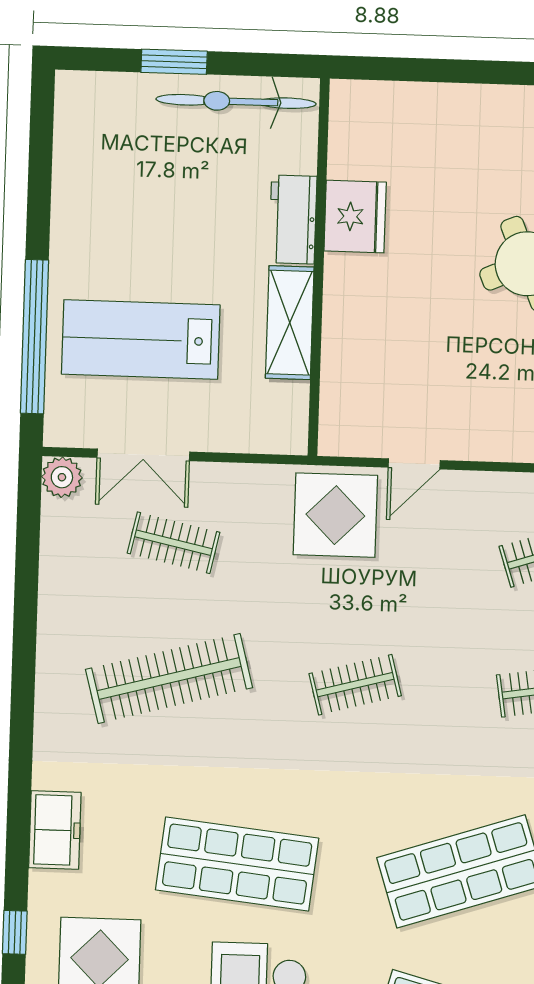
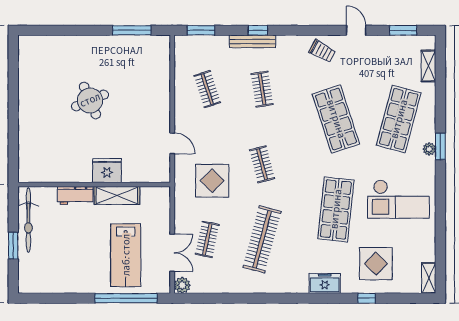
fridge: (355, 217) -> (107, 171), moved
display table: (335, 515) -> (212, 181), moved
clothes rail: (169, 678) -> (262, 239), turned 30

